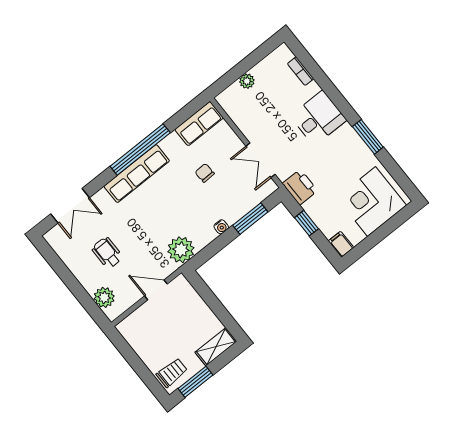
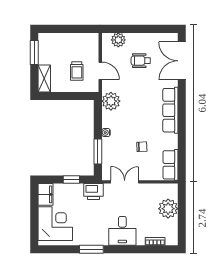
plant: (247, 81) -> (168, 209), width x1.88, depth x1.88
window: (140, 149) -> (182, 122), removed
double door: (70, 206) -> (182, 61), width x1.37
filing cabinet: (341, 244) -> (45, 194), width x2.00
wheelchair: (107, 253) -> (141, 61), turned 180
door: (156, 290) -> (100, 71), hinge flipped
trolley: (172, 373) -> (77, 71), moved

